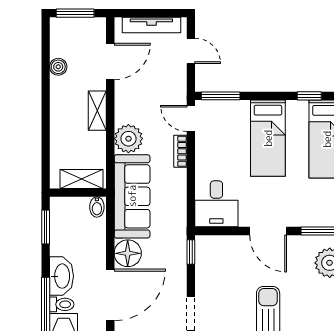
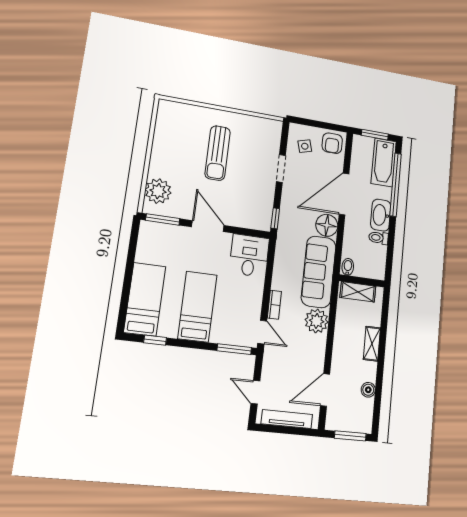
shelving: (97, 111) -> (372, 344), moved
window: (46, 227) -> (390, 256), removed
toilet: (62, 304) -> (378, 238), moved

